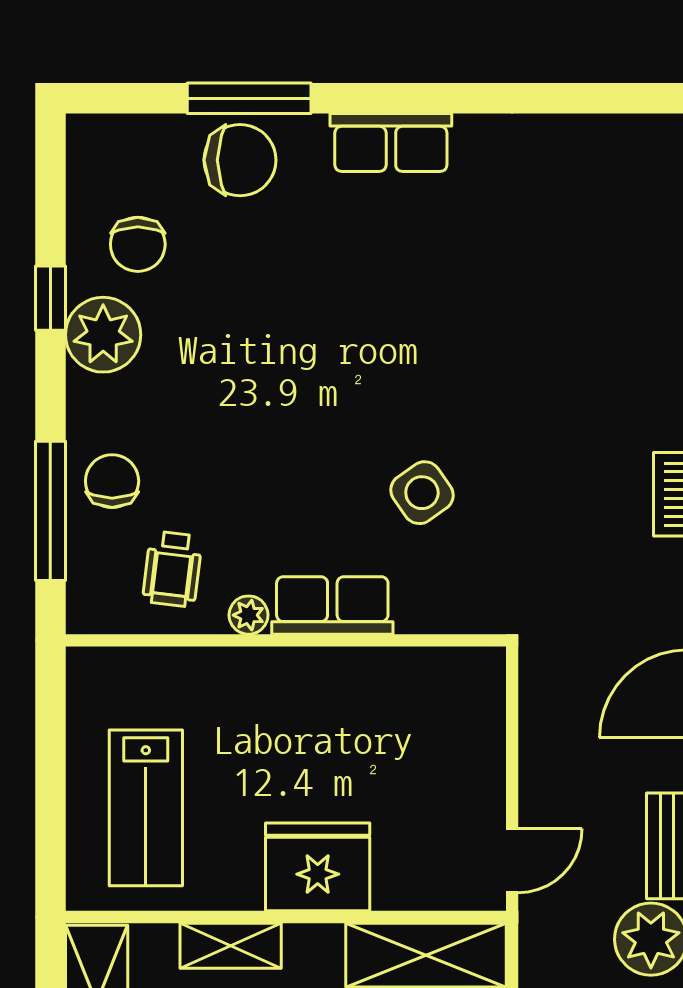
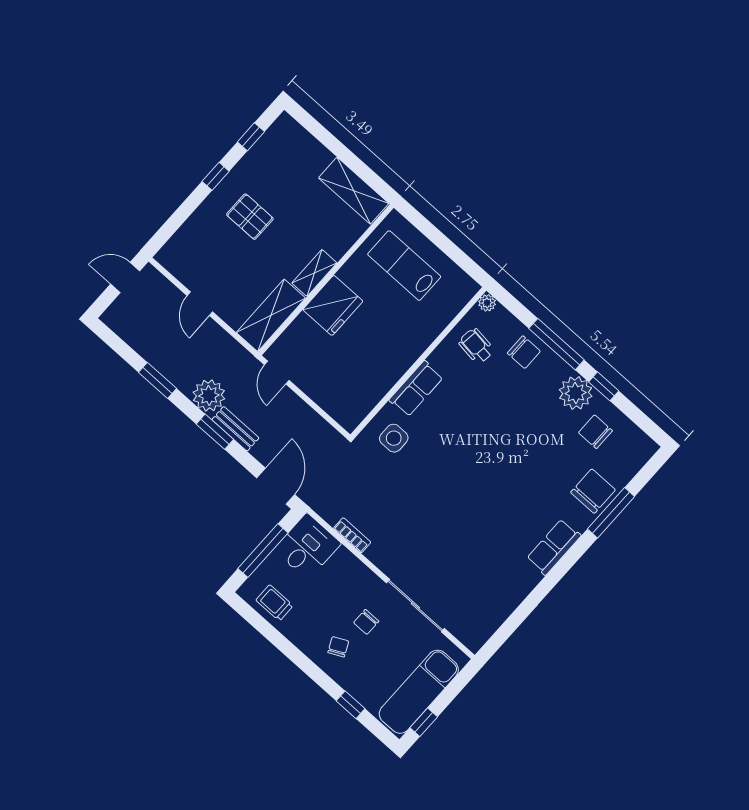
chair: (240, 160) -> (593, 491), turned 180
side table: (422, 493) -> (394, 438), moved, turned 35
window: (50, 511) -> (557, 344), moved
plant: (249, 615) -> (487, 303), moved
shelving: (231, 946) -> (314, 273), moved

